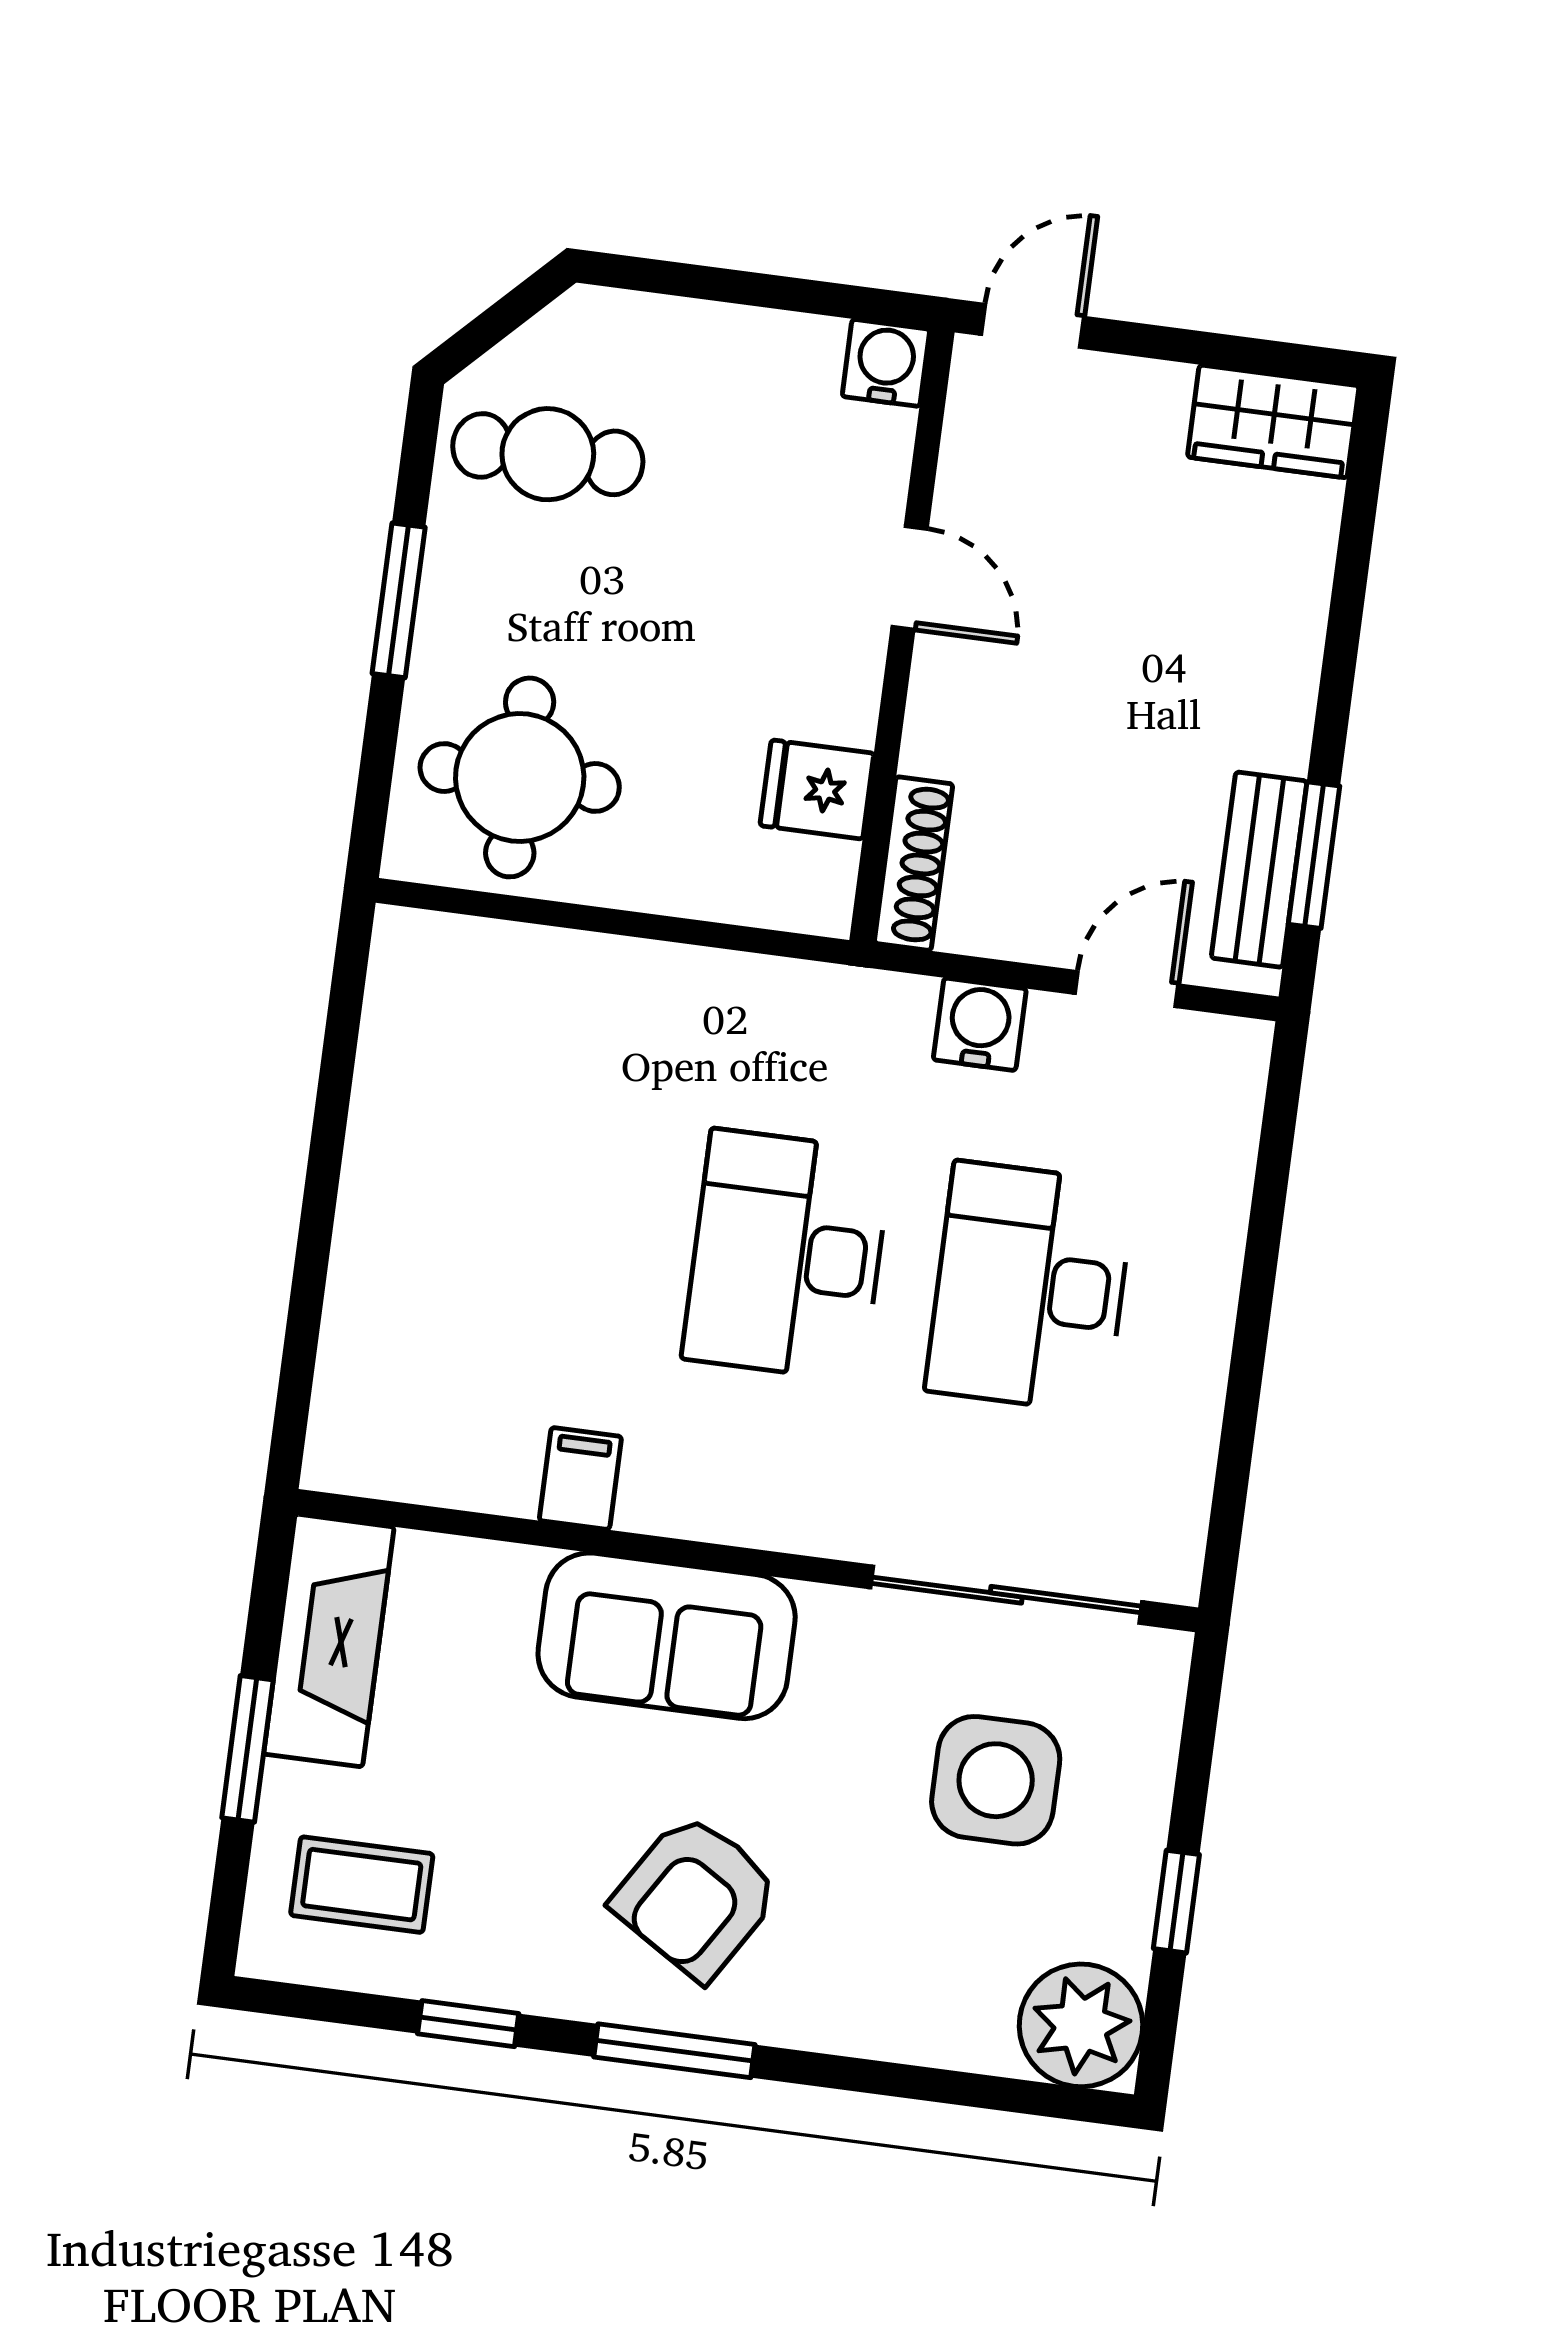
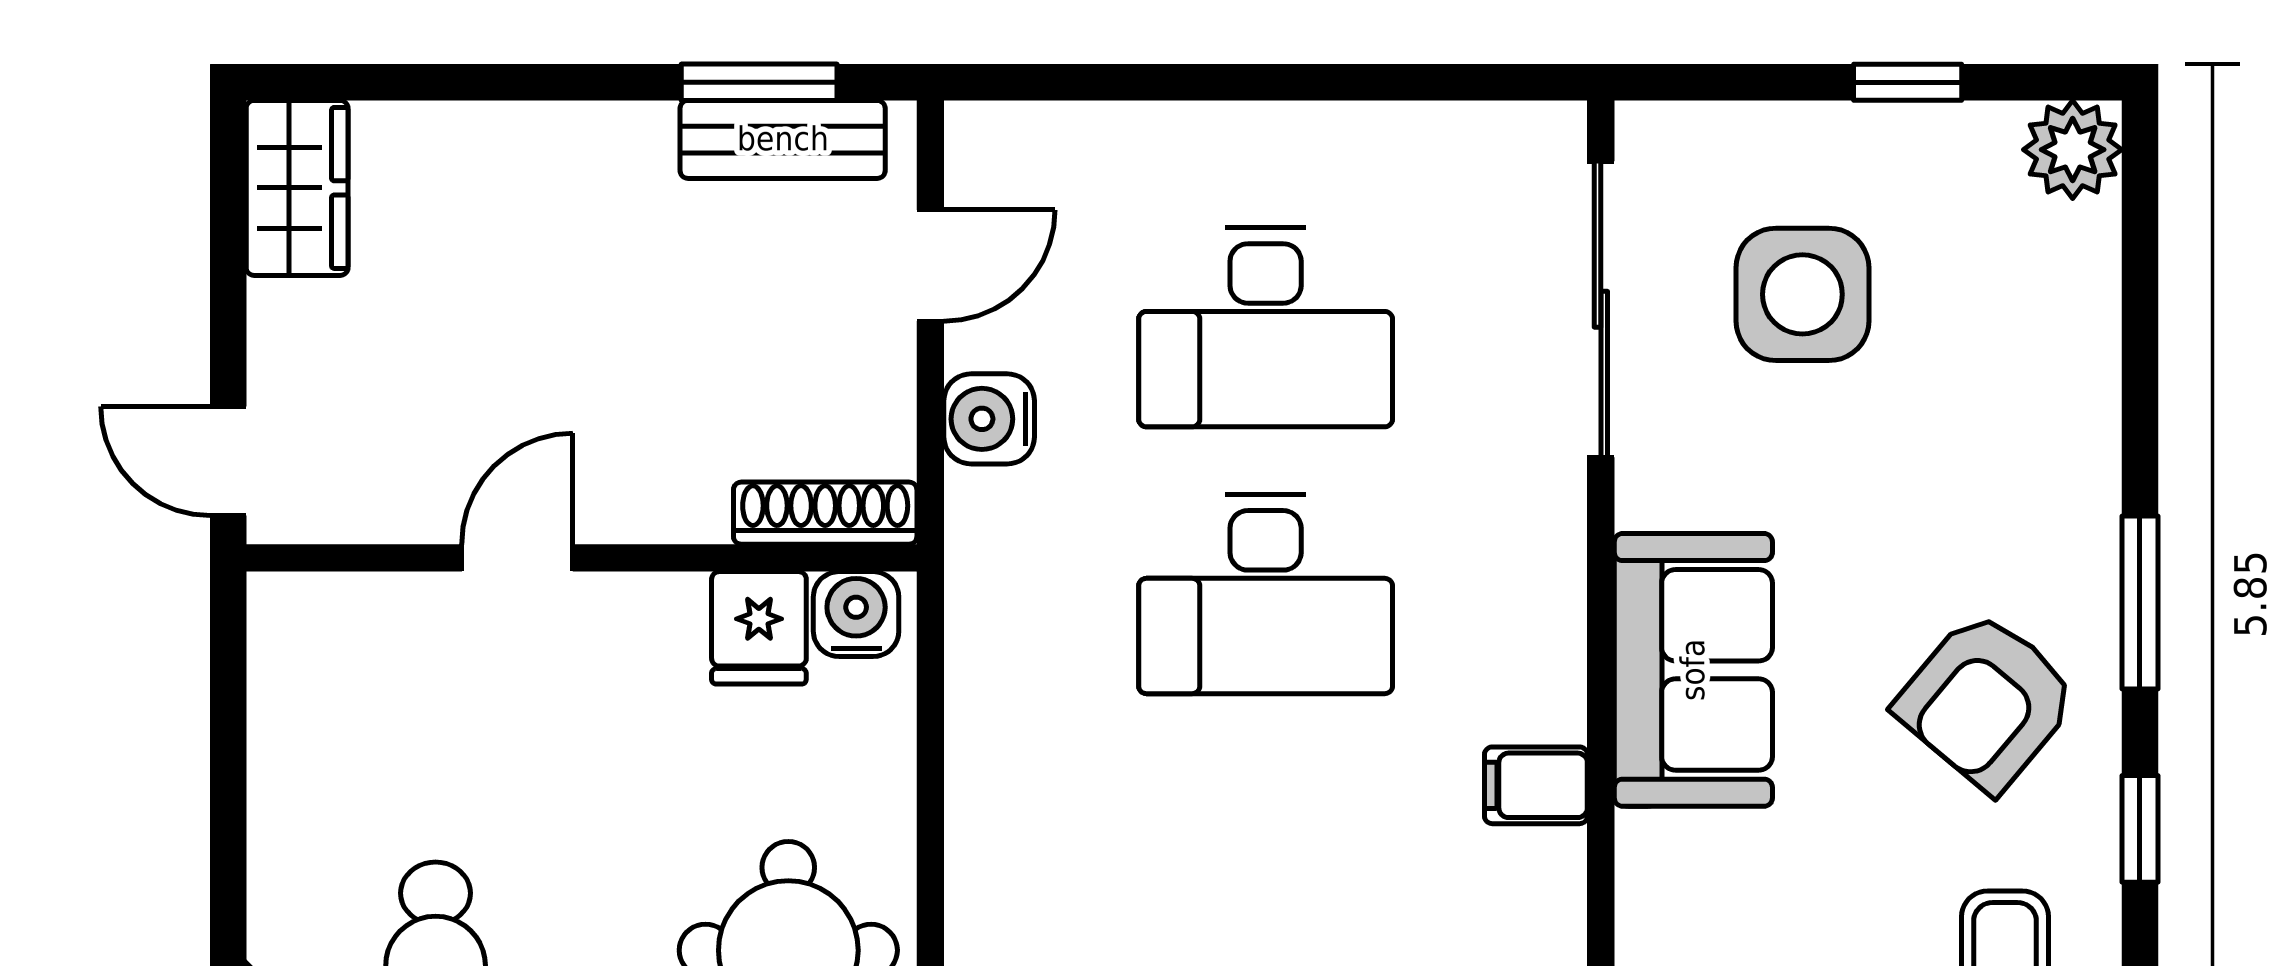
water cooler: (886, 363) -> (856, 614), moved, turned 90
door: (1127, 989) -> (930, 265), swing flipped
armchair: (696, 1897) -> (1987, 701), moved, turned 98
plant: (1081, 2025) -> (2073, 150), width x0.73, depth x0.73

